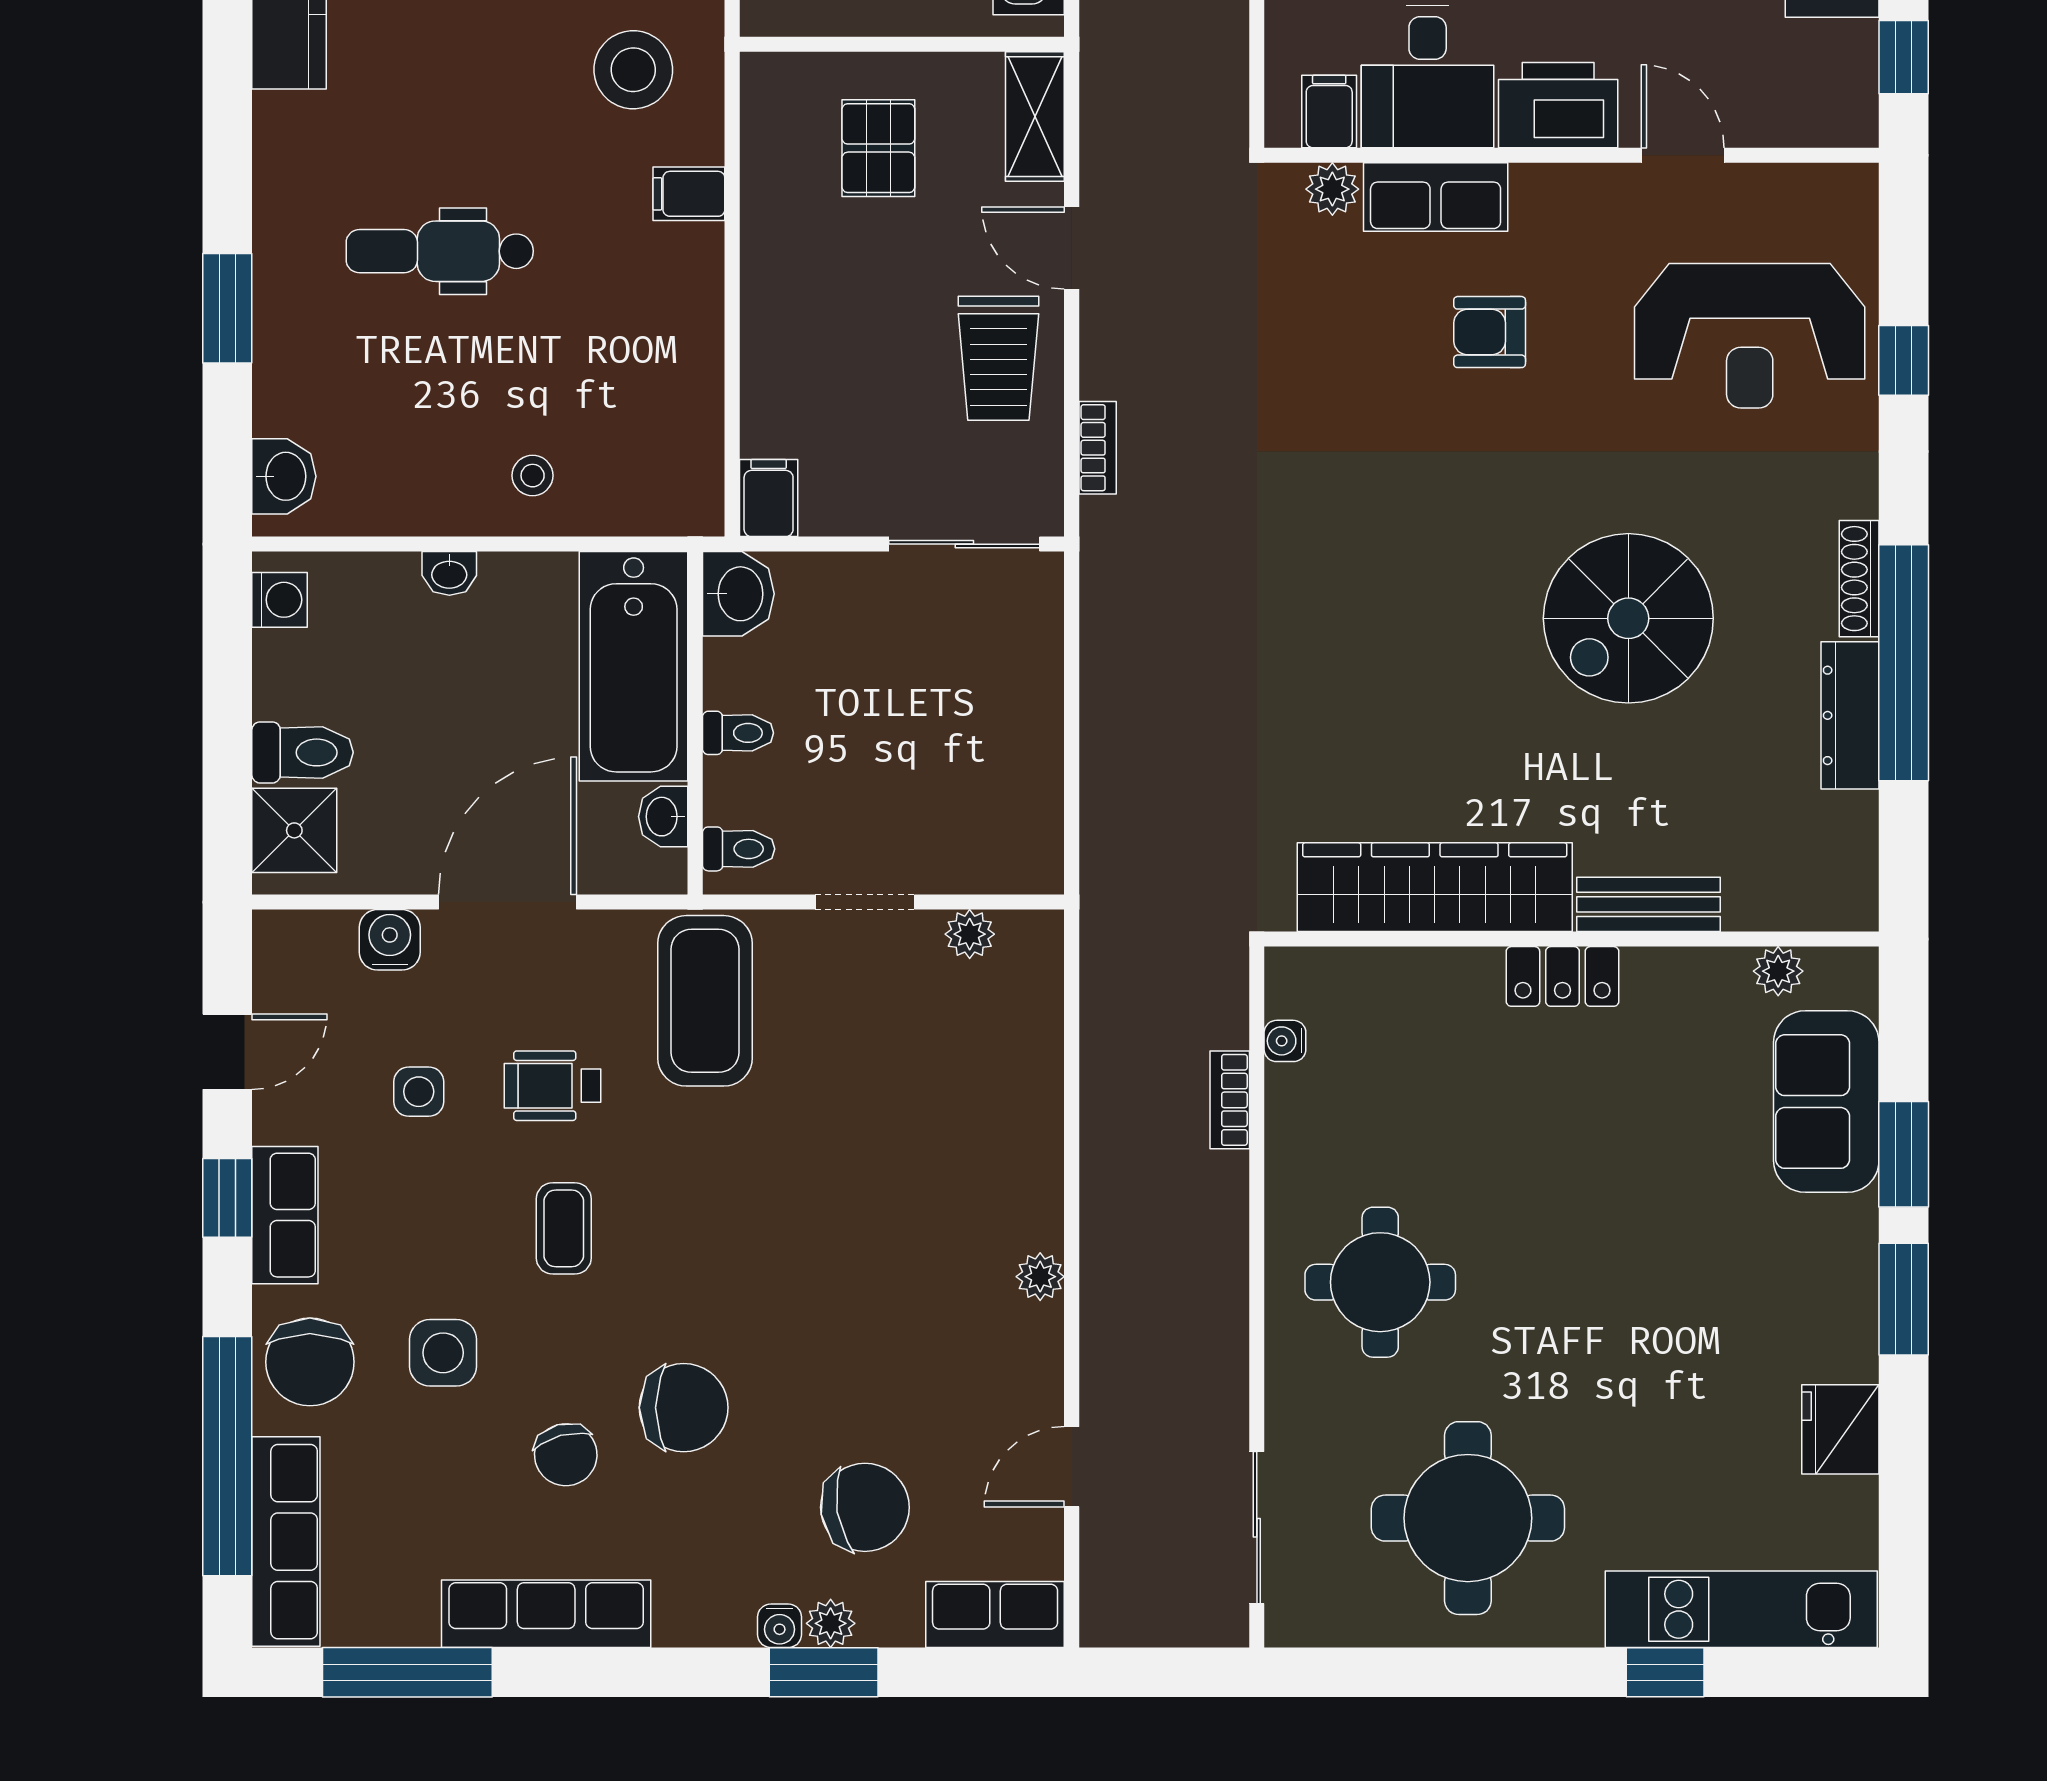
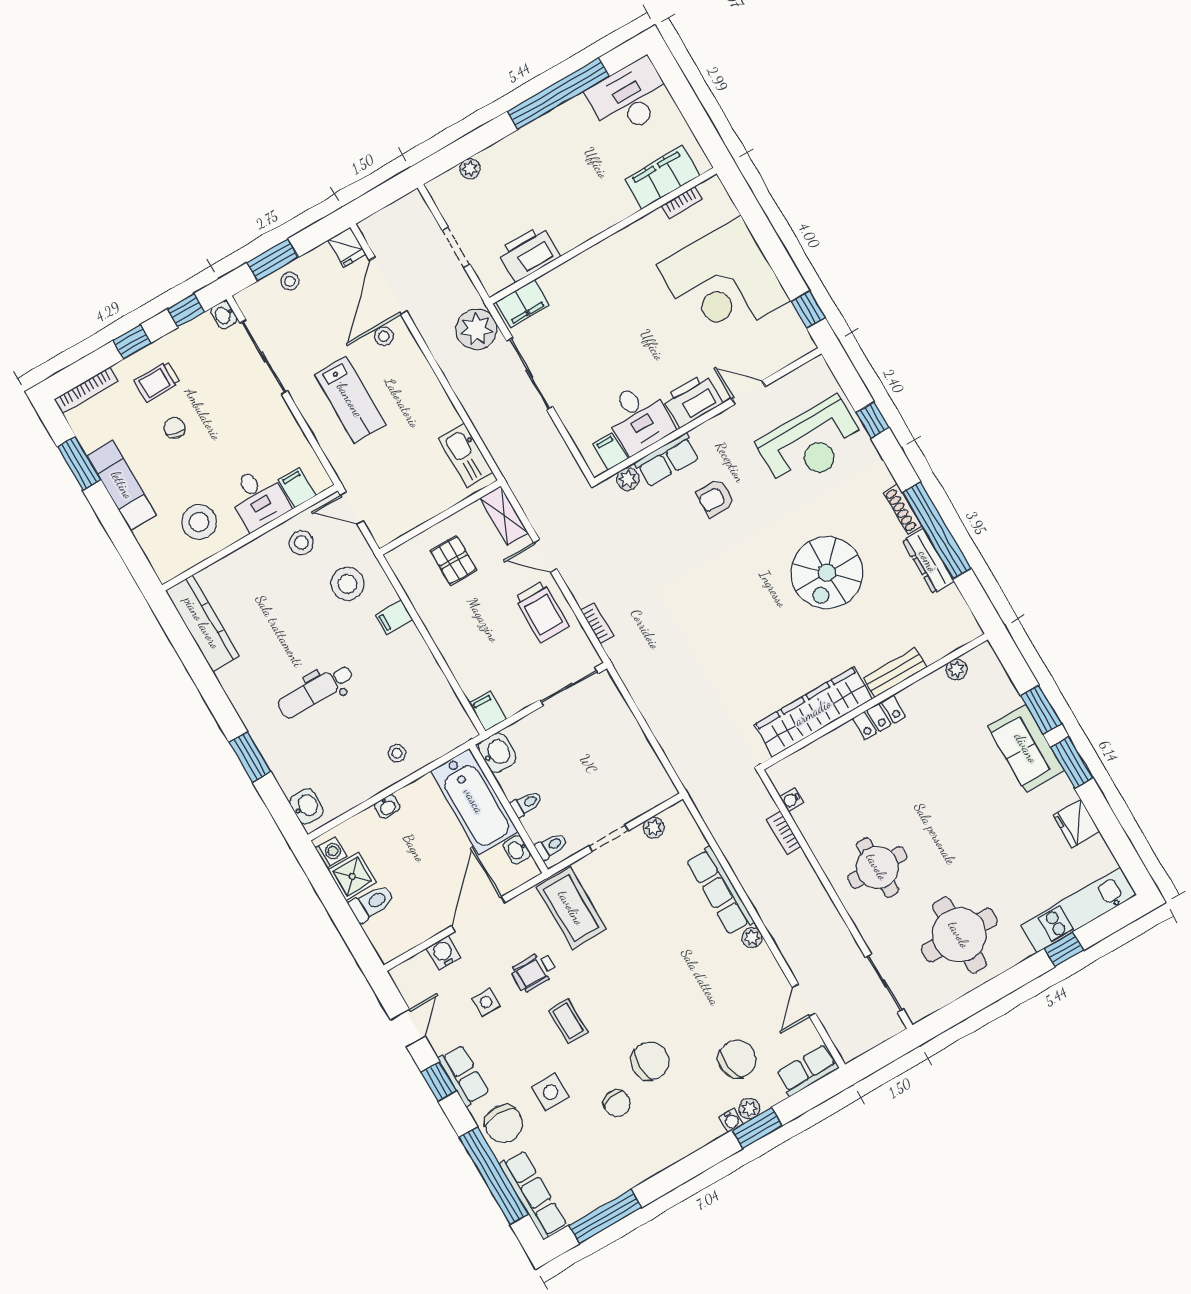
shower: (294, 830) -> (352, 876), moved
sofa: (1826, 1102) -> (1026, 748), moved
row of seats: (546, 1614) -> (720, 891), moved, turned -90

